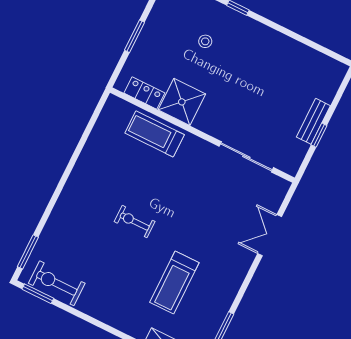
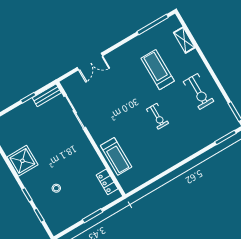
shower: (182, 102) -> (22, 161), moved
bench: (313, 121) -> (47, 95), moved
exercise bike: (57, 283) -> (199, 91), moved
treadmill: (174, 283) -> (158, 70), turned -90

